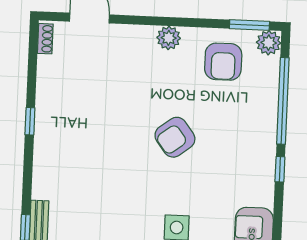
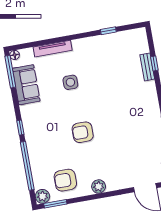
armchair: (223, 62) -> (65, 180), turned -90
armchair: (175, 137) -> (83, 132), turned -143

